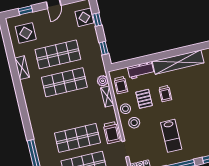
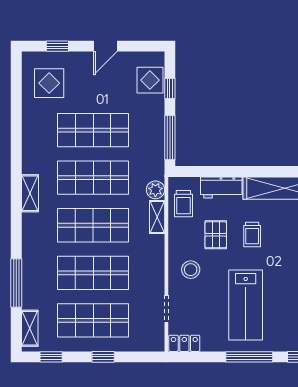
window: (104, 48) -> (170, 137), width x2.17
shelving: (22, 68) -> (30, 193), moved
stool: (125, 109) -> (182, 244), removed
shop shelf: (71, 110) -> (93, 225), added
trolley: (112, 133) -> (151, 277), removed
lab bench: (171, 136) -> (246, 305), width x1.36, depth x1.39

